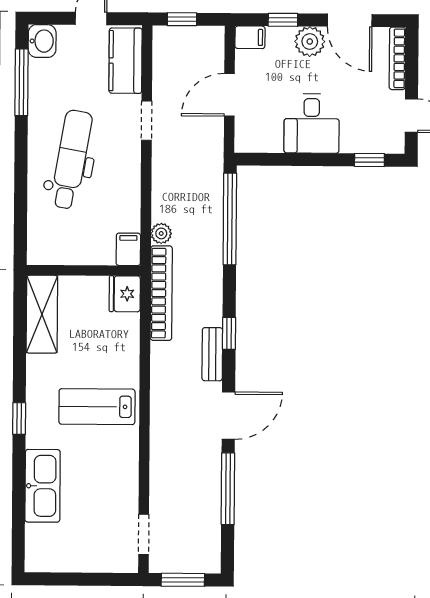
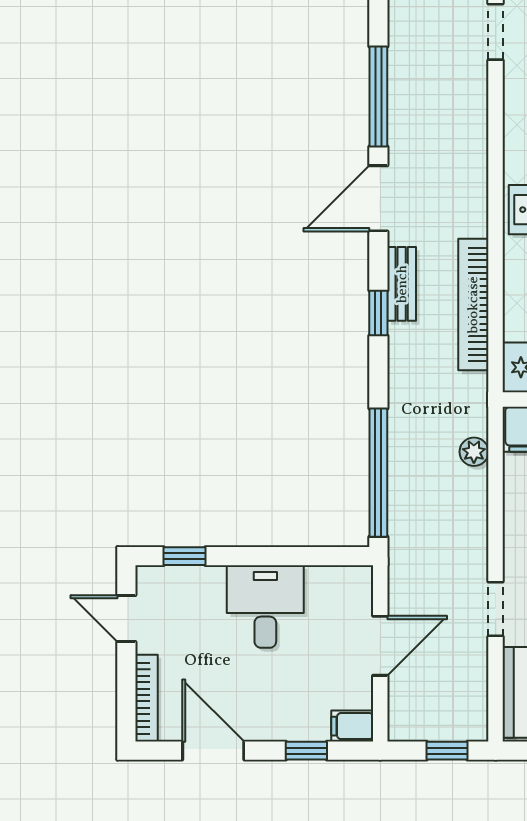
plant: (310, 42) -> (269, 721), removed
bookcase: (161, 293) -> (473, 305), moved

